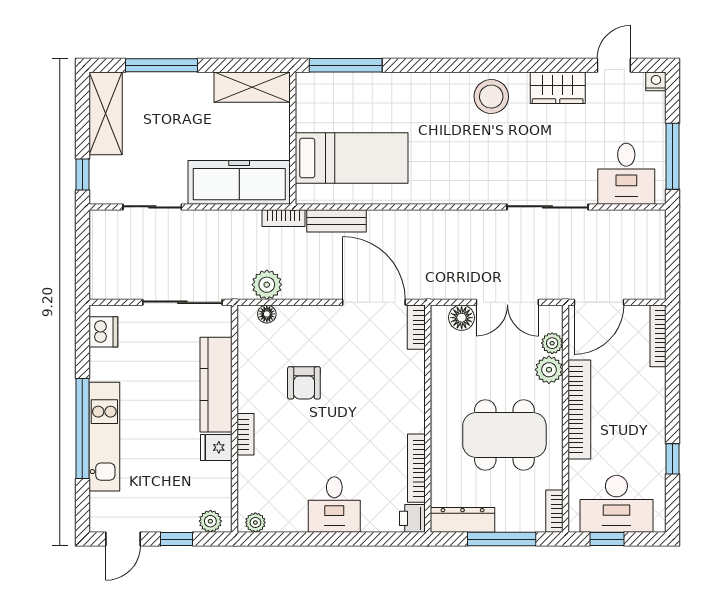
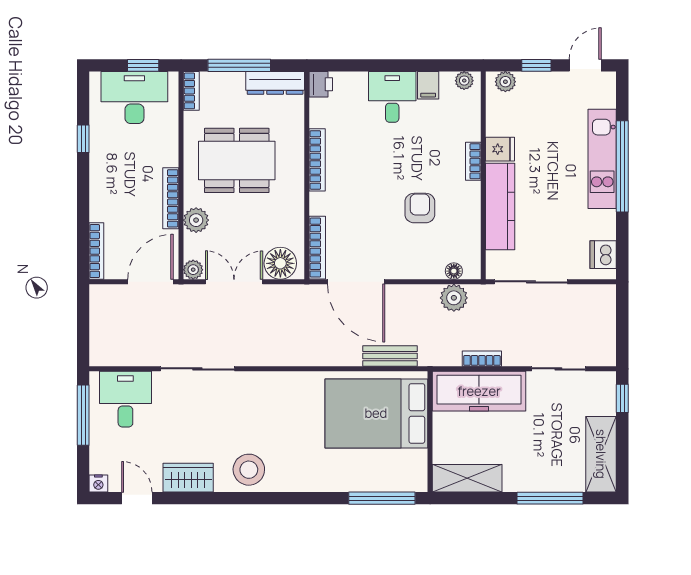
door: (614, 65) -> (137, 498), swing flipped
bed: (352, 158) -> (376, 413), width x1.50
bookcase: (284, 218) -> (482, 359), moved
floor lamp: (462, 318) -> (280, 263), width x1.38, depth x1.38
bookcase: (416, 327) -> (317, 248), width x1.56
plant: (552, 343) -> (193, 270), moved
bookcase: (579, 410) -> (171, 198), width x0.68, depth x0.76
bookcase: (416, 468) -> (317, 160), moved
filing cabinet: (295, 517) -> (428, 85), added

